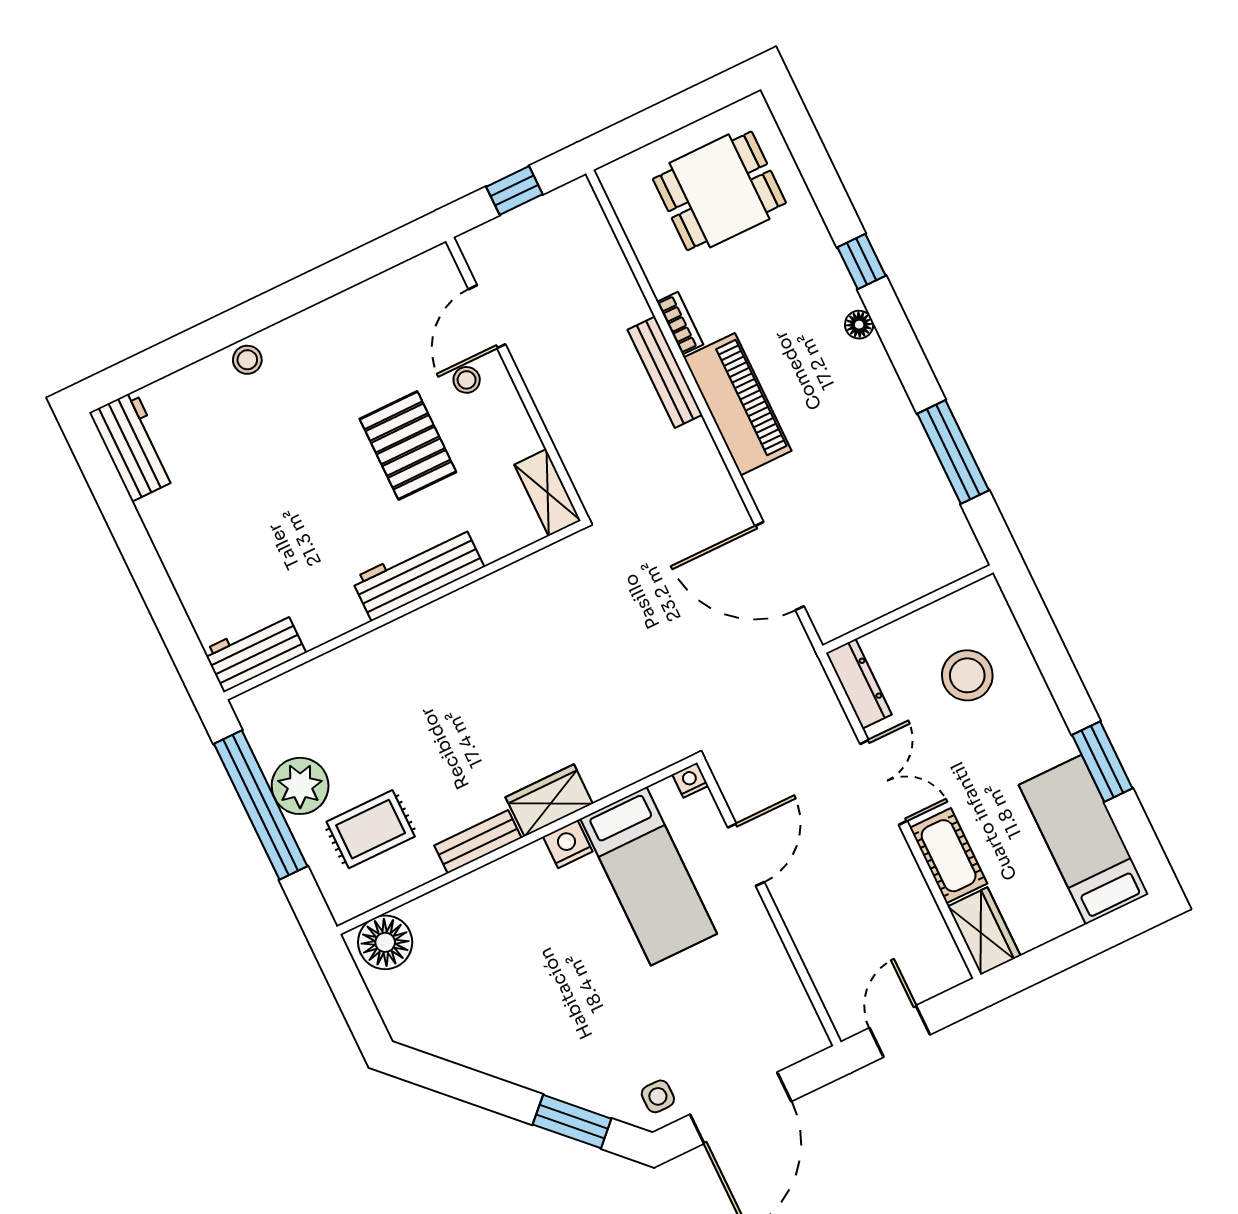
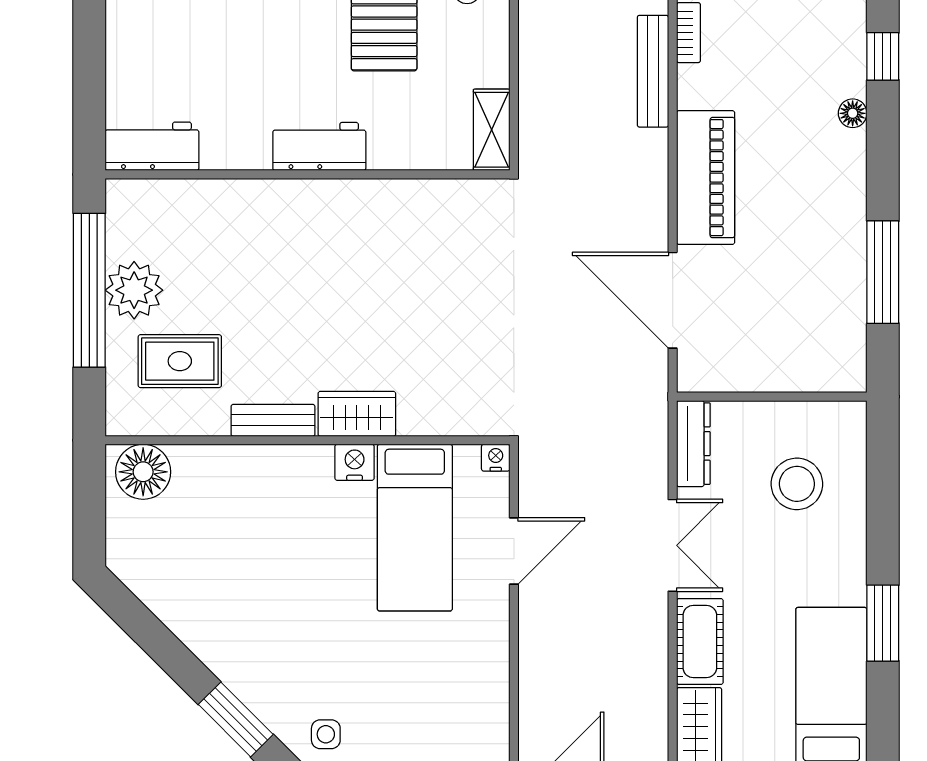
piano: (738, 404) -> (706, 178), moved
workbench: (418, 573) -> (319, 146), width x0.73

